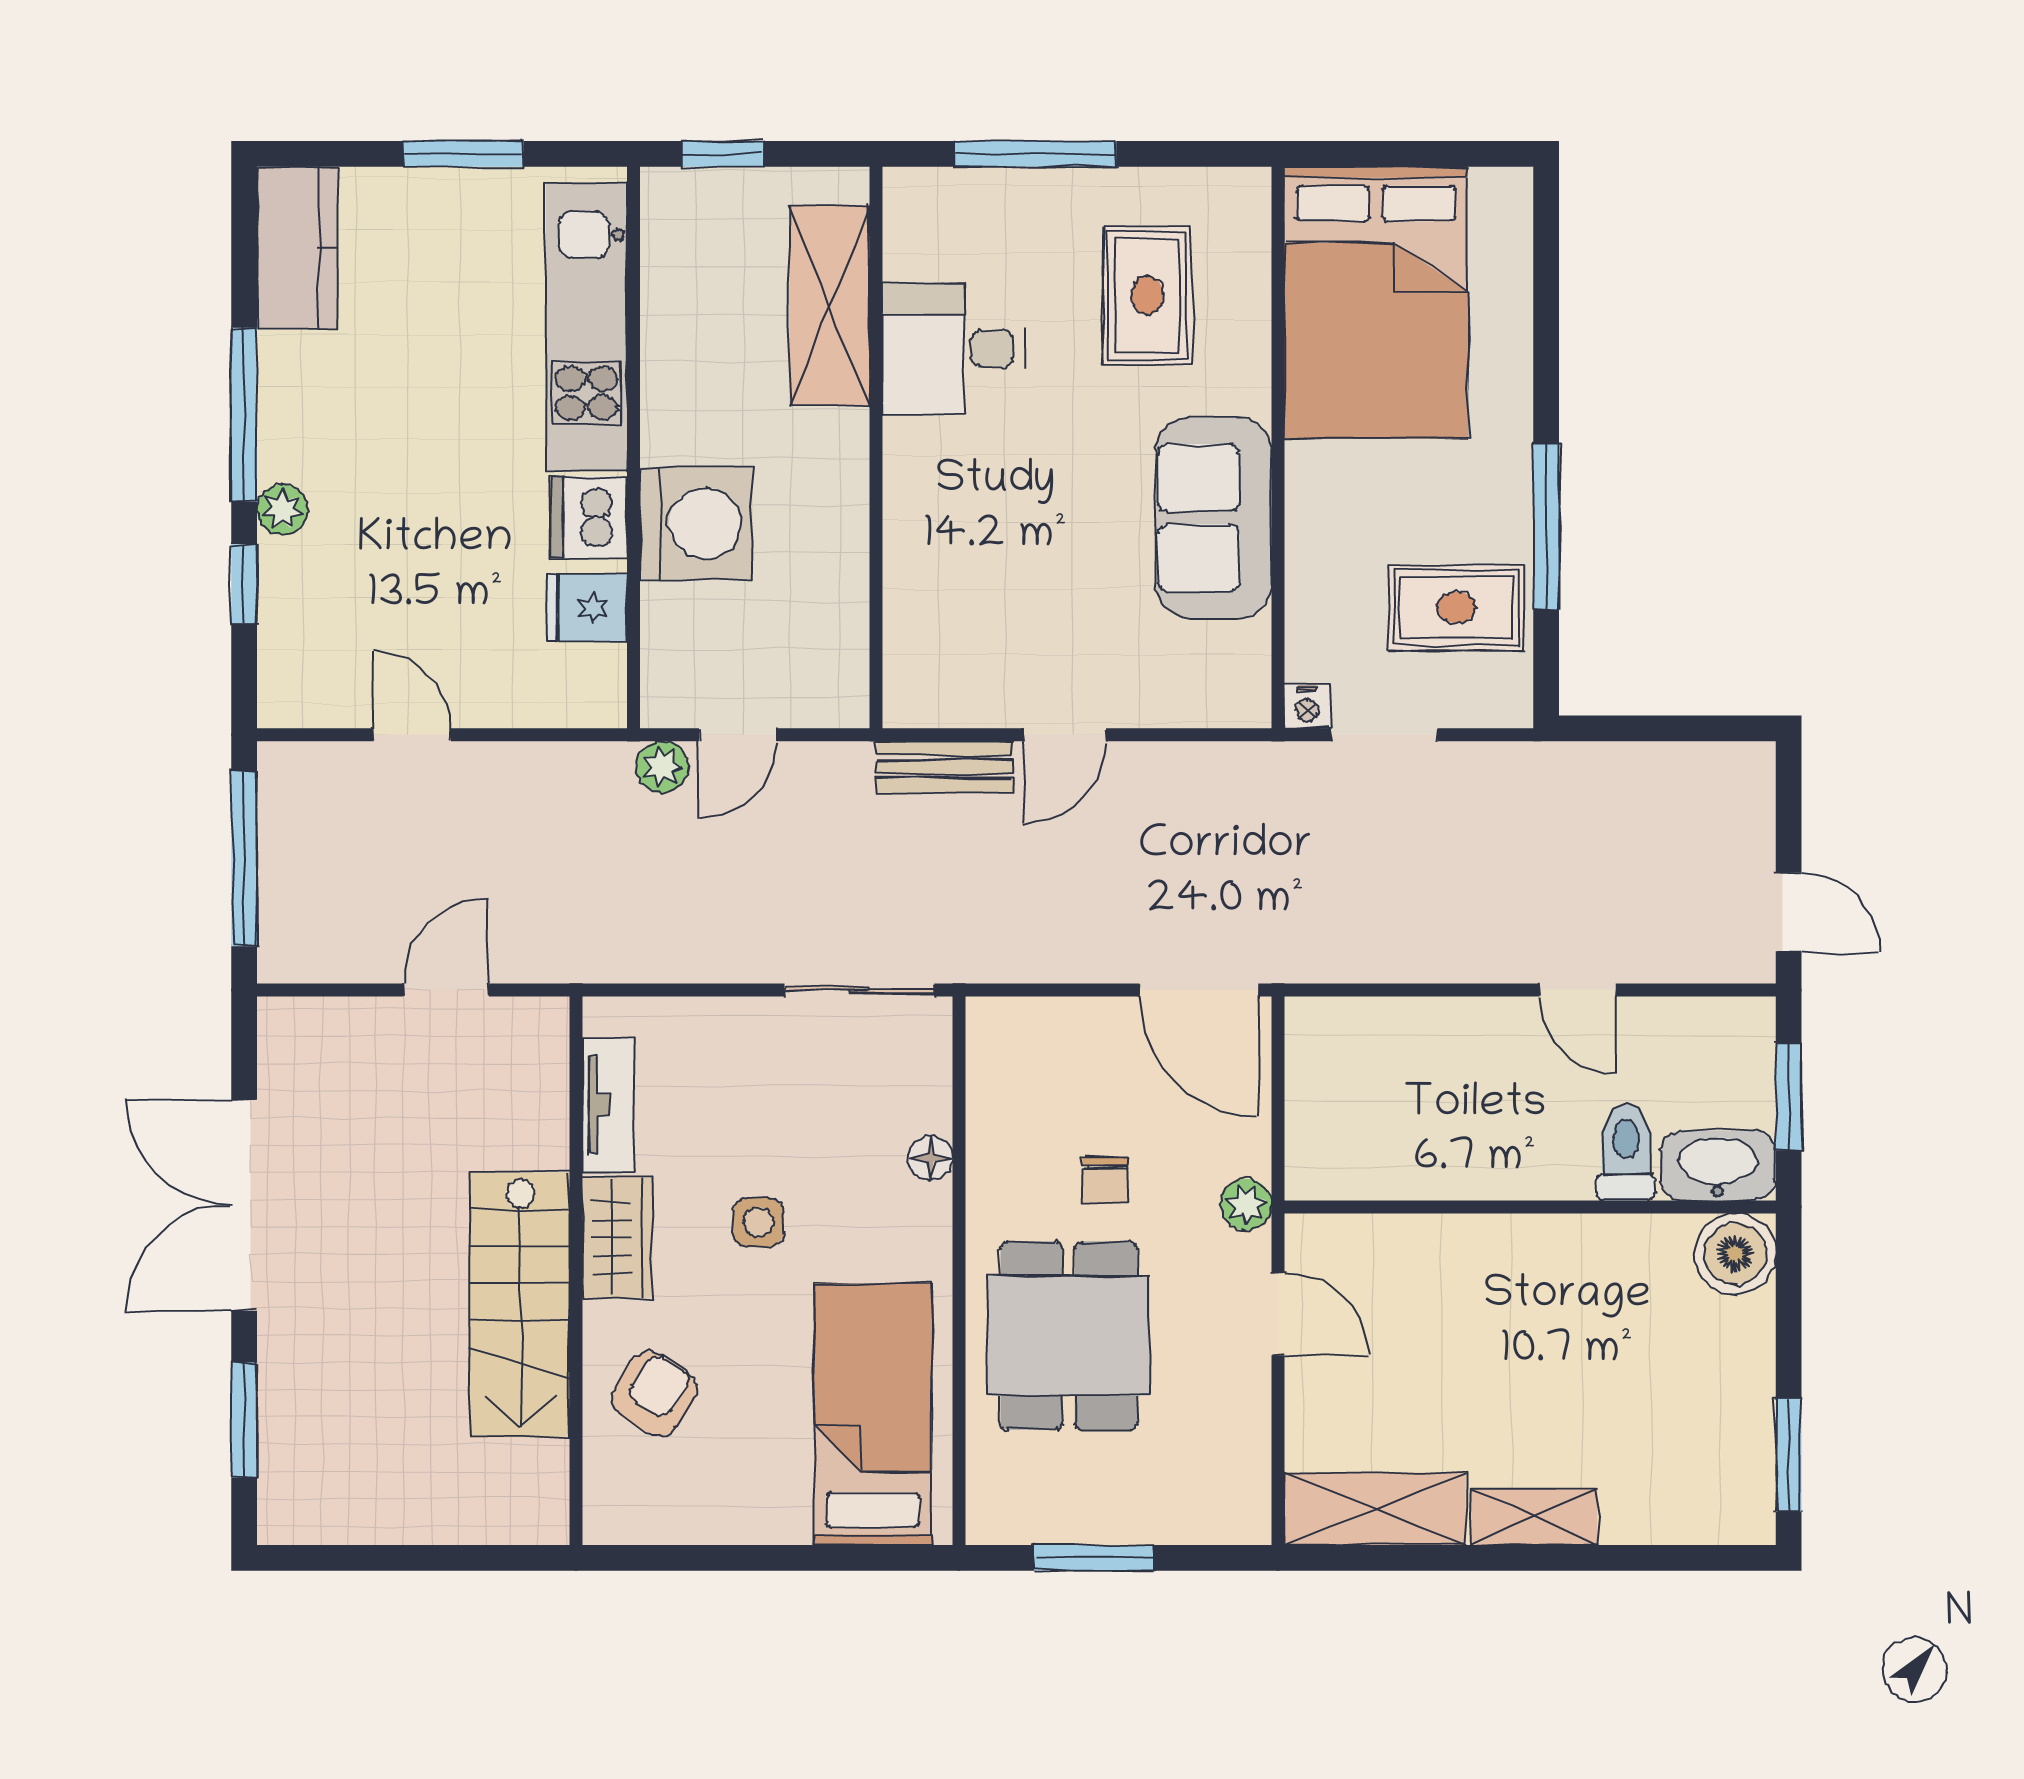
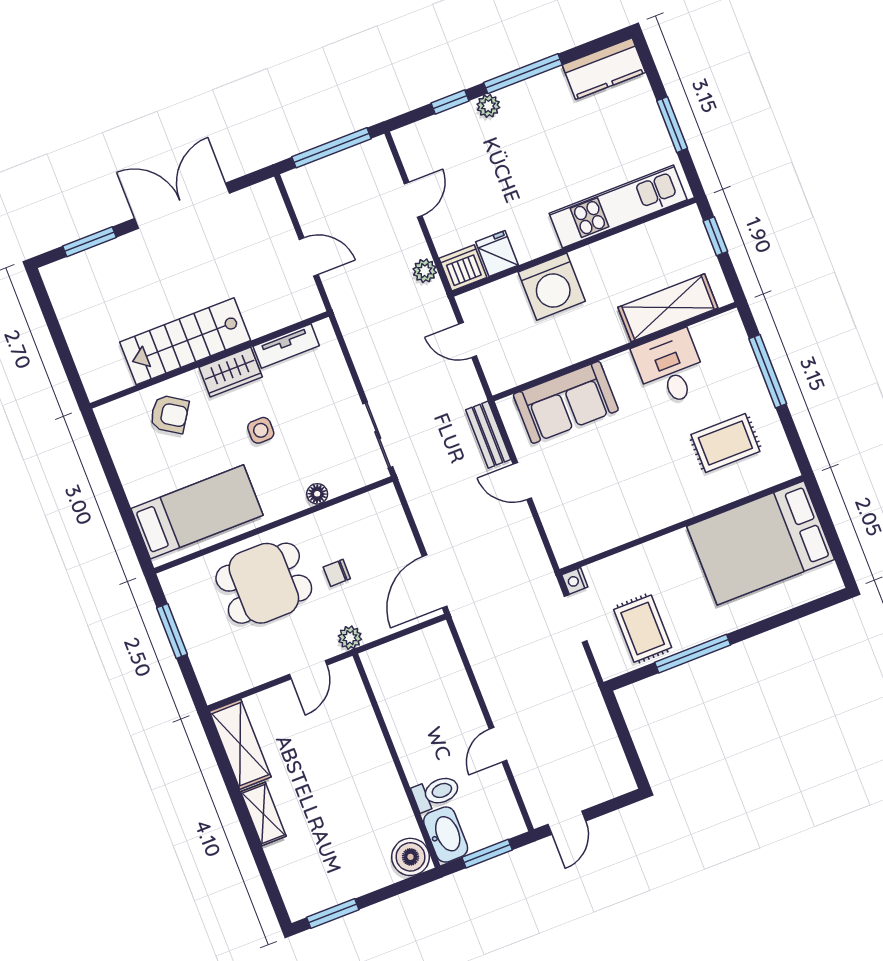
dishwasher: (589, 517) -> (463, 268), moved
sofa: (1214, 518) -> (566, 402), moved, turned 180
plant: (662, 767) -> (425, 271), moved

